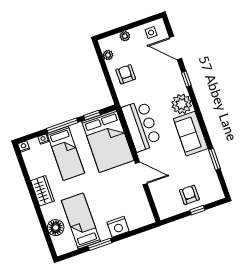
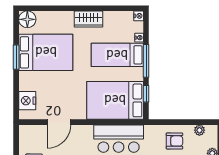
door: (141, 173) -> (59, 122), moved
bed: (81, 221) -> (46, 52), width x1.50
nightstand: (118, 227) -> (27, 101), moved
floor lamp: (56, 228) -> (27, 19), moved

